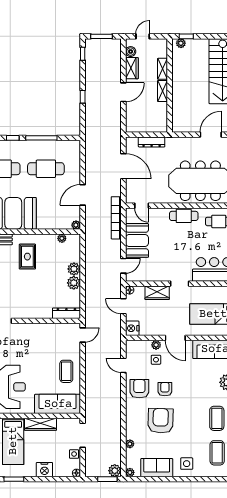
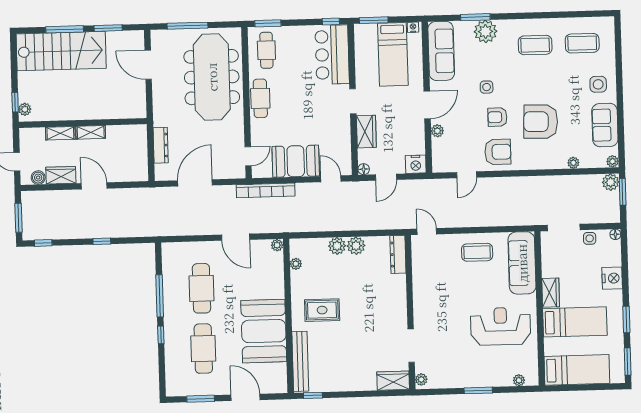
side table: (156, 360) -> (487, 87), moved
armchair: (139, 389) -> (498, 152), turned 180
wardrobe: (40, 424) -> (551, 293), width x0.67

